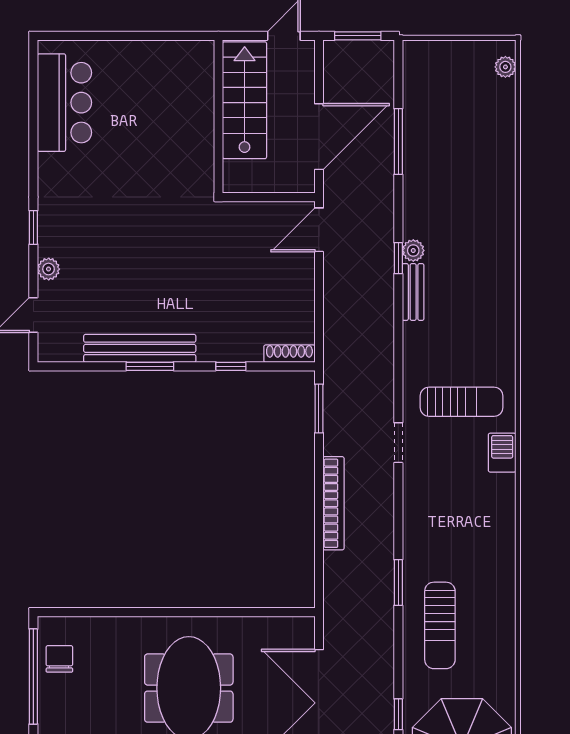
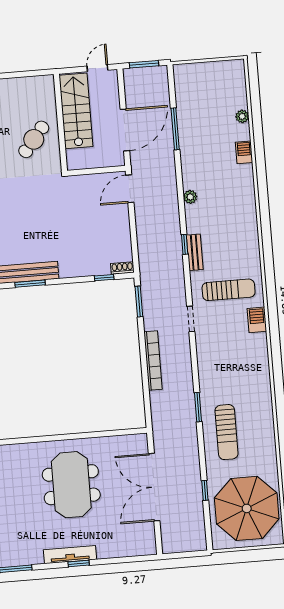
plant: (505, 67) -> (242, 116), moved
cafe table: (174, 140) -> (34, 139), added
barbecue: (504, 187) -> (244, 152), added
window: (398, 258) -> (185, 244), moved
bench: (413, 292) -> (195, 252), moved
shoe rack: (289, 354) -> (122, 268), width x0.70
window: (231, 366) -> (104, 278), moved

